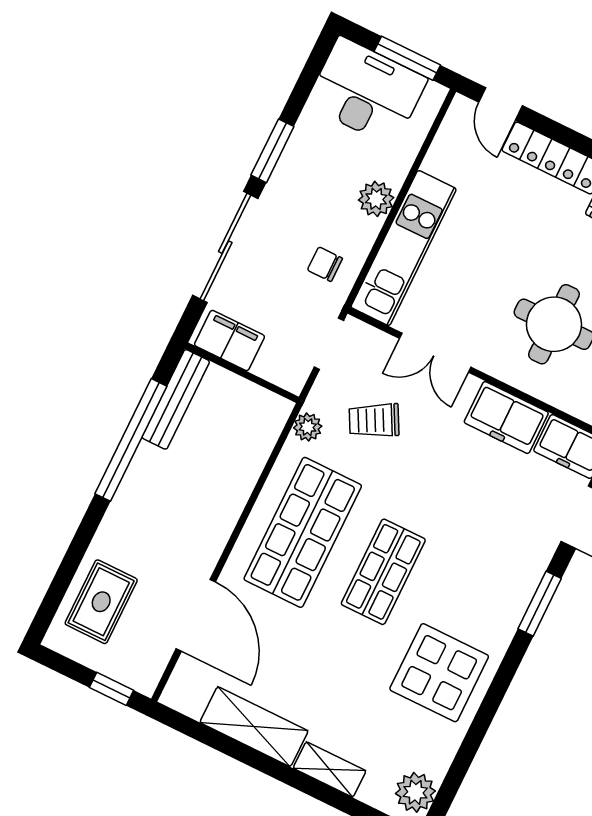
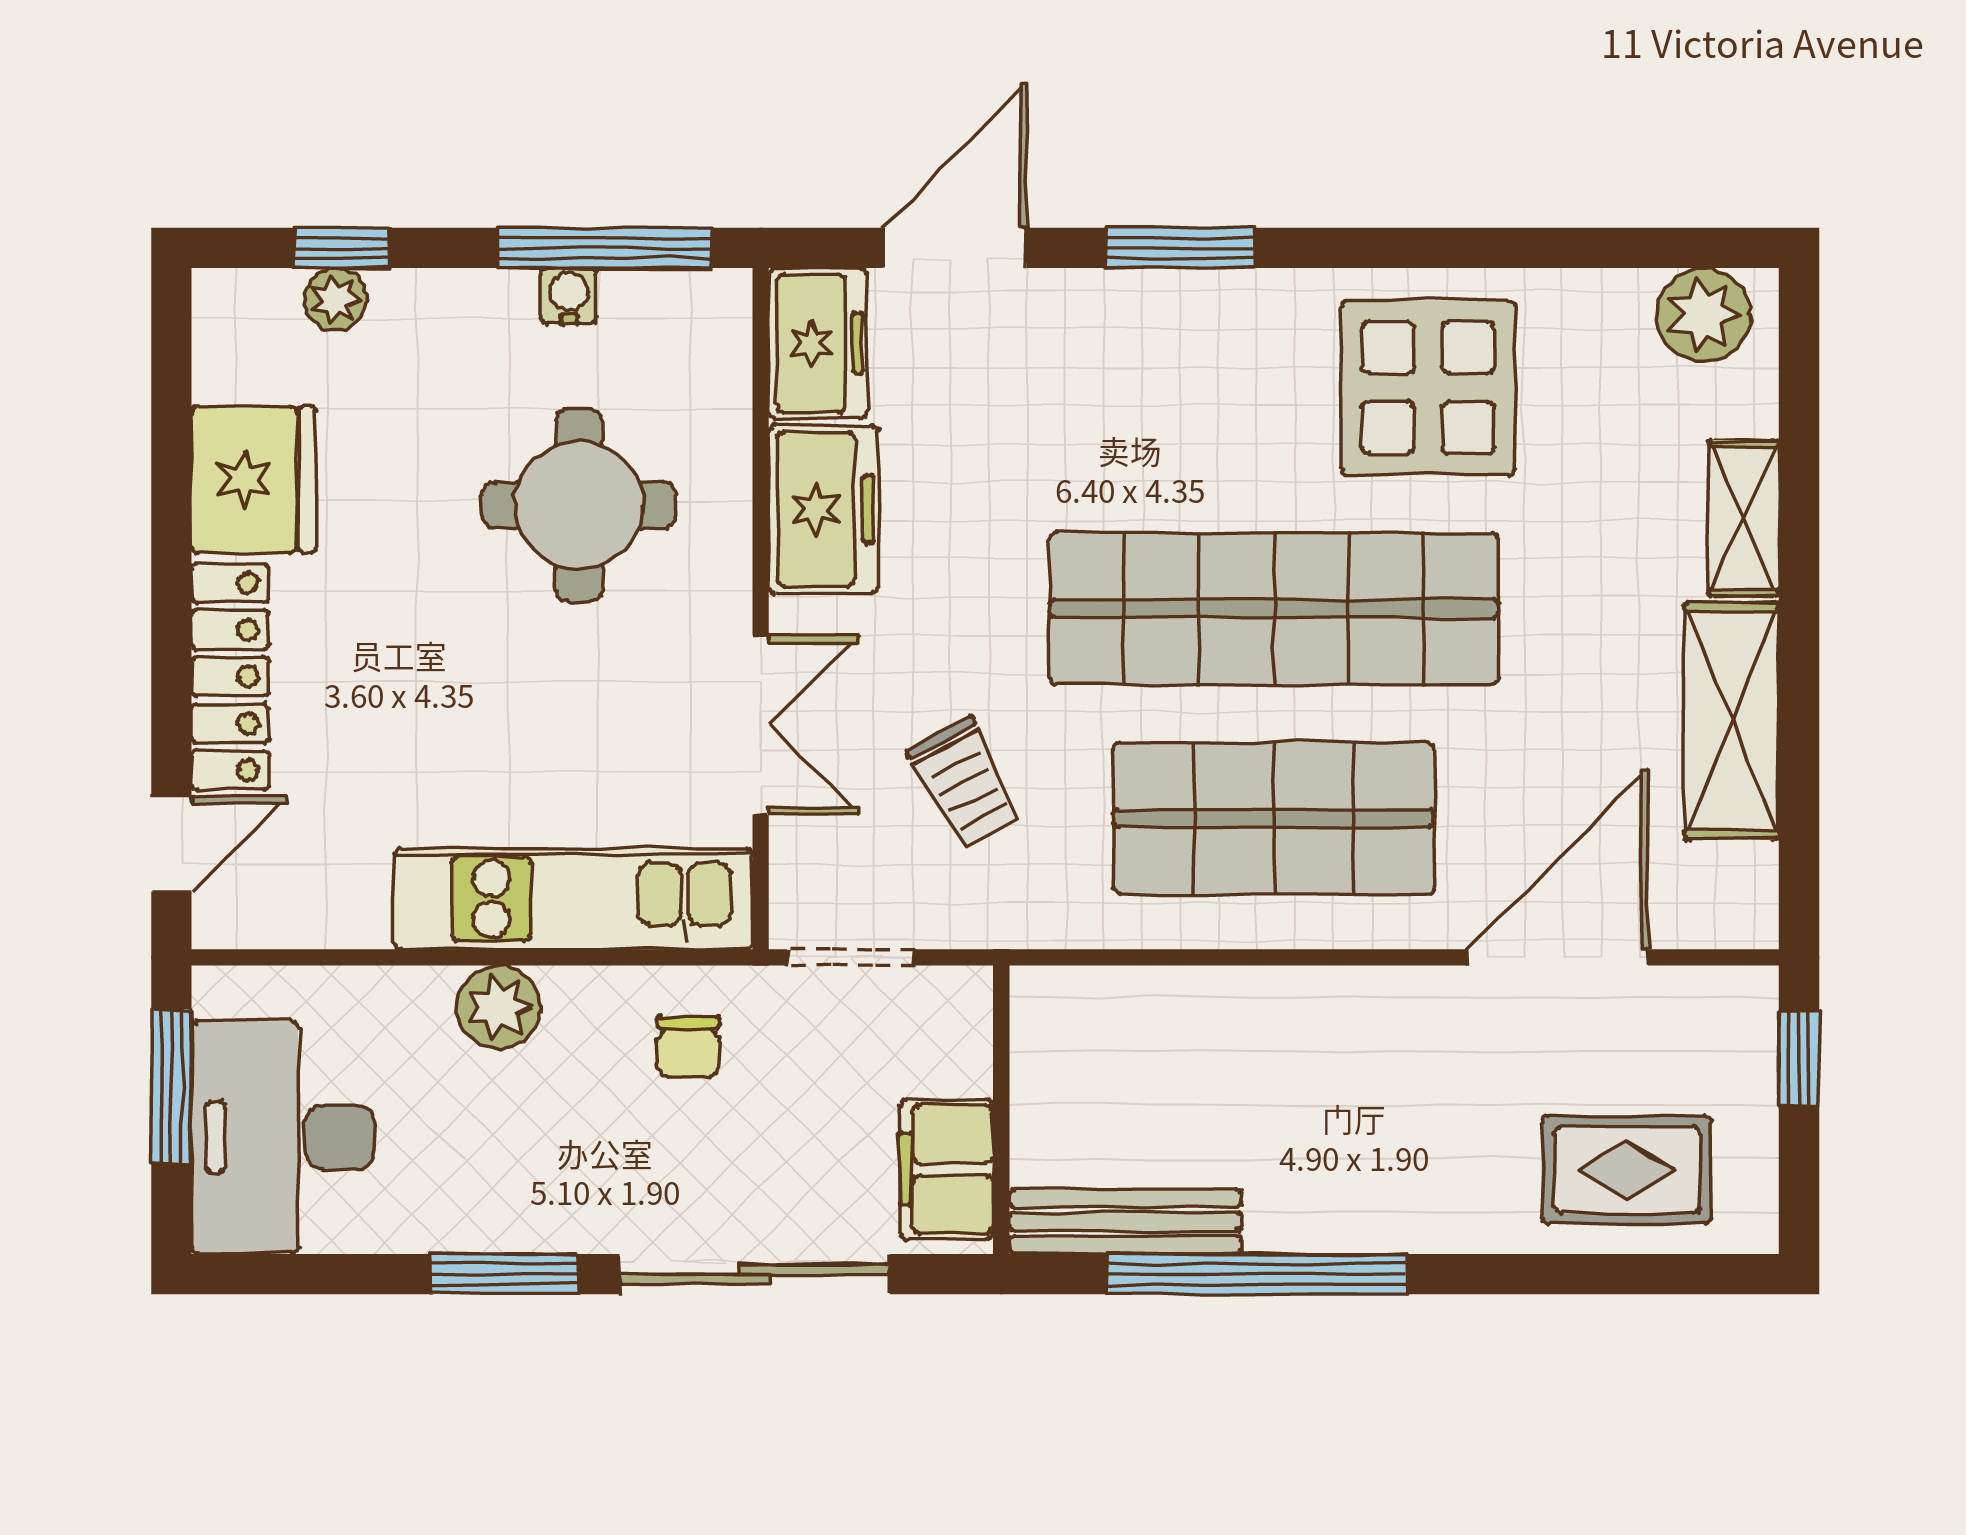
plant: (308, 427) -> (1048, 916), removed
shop shelf: (383, 572) -> (1274, 609), width x2.00, depth x1.36

